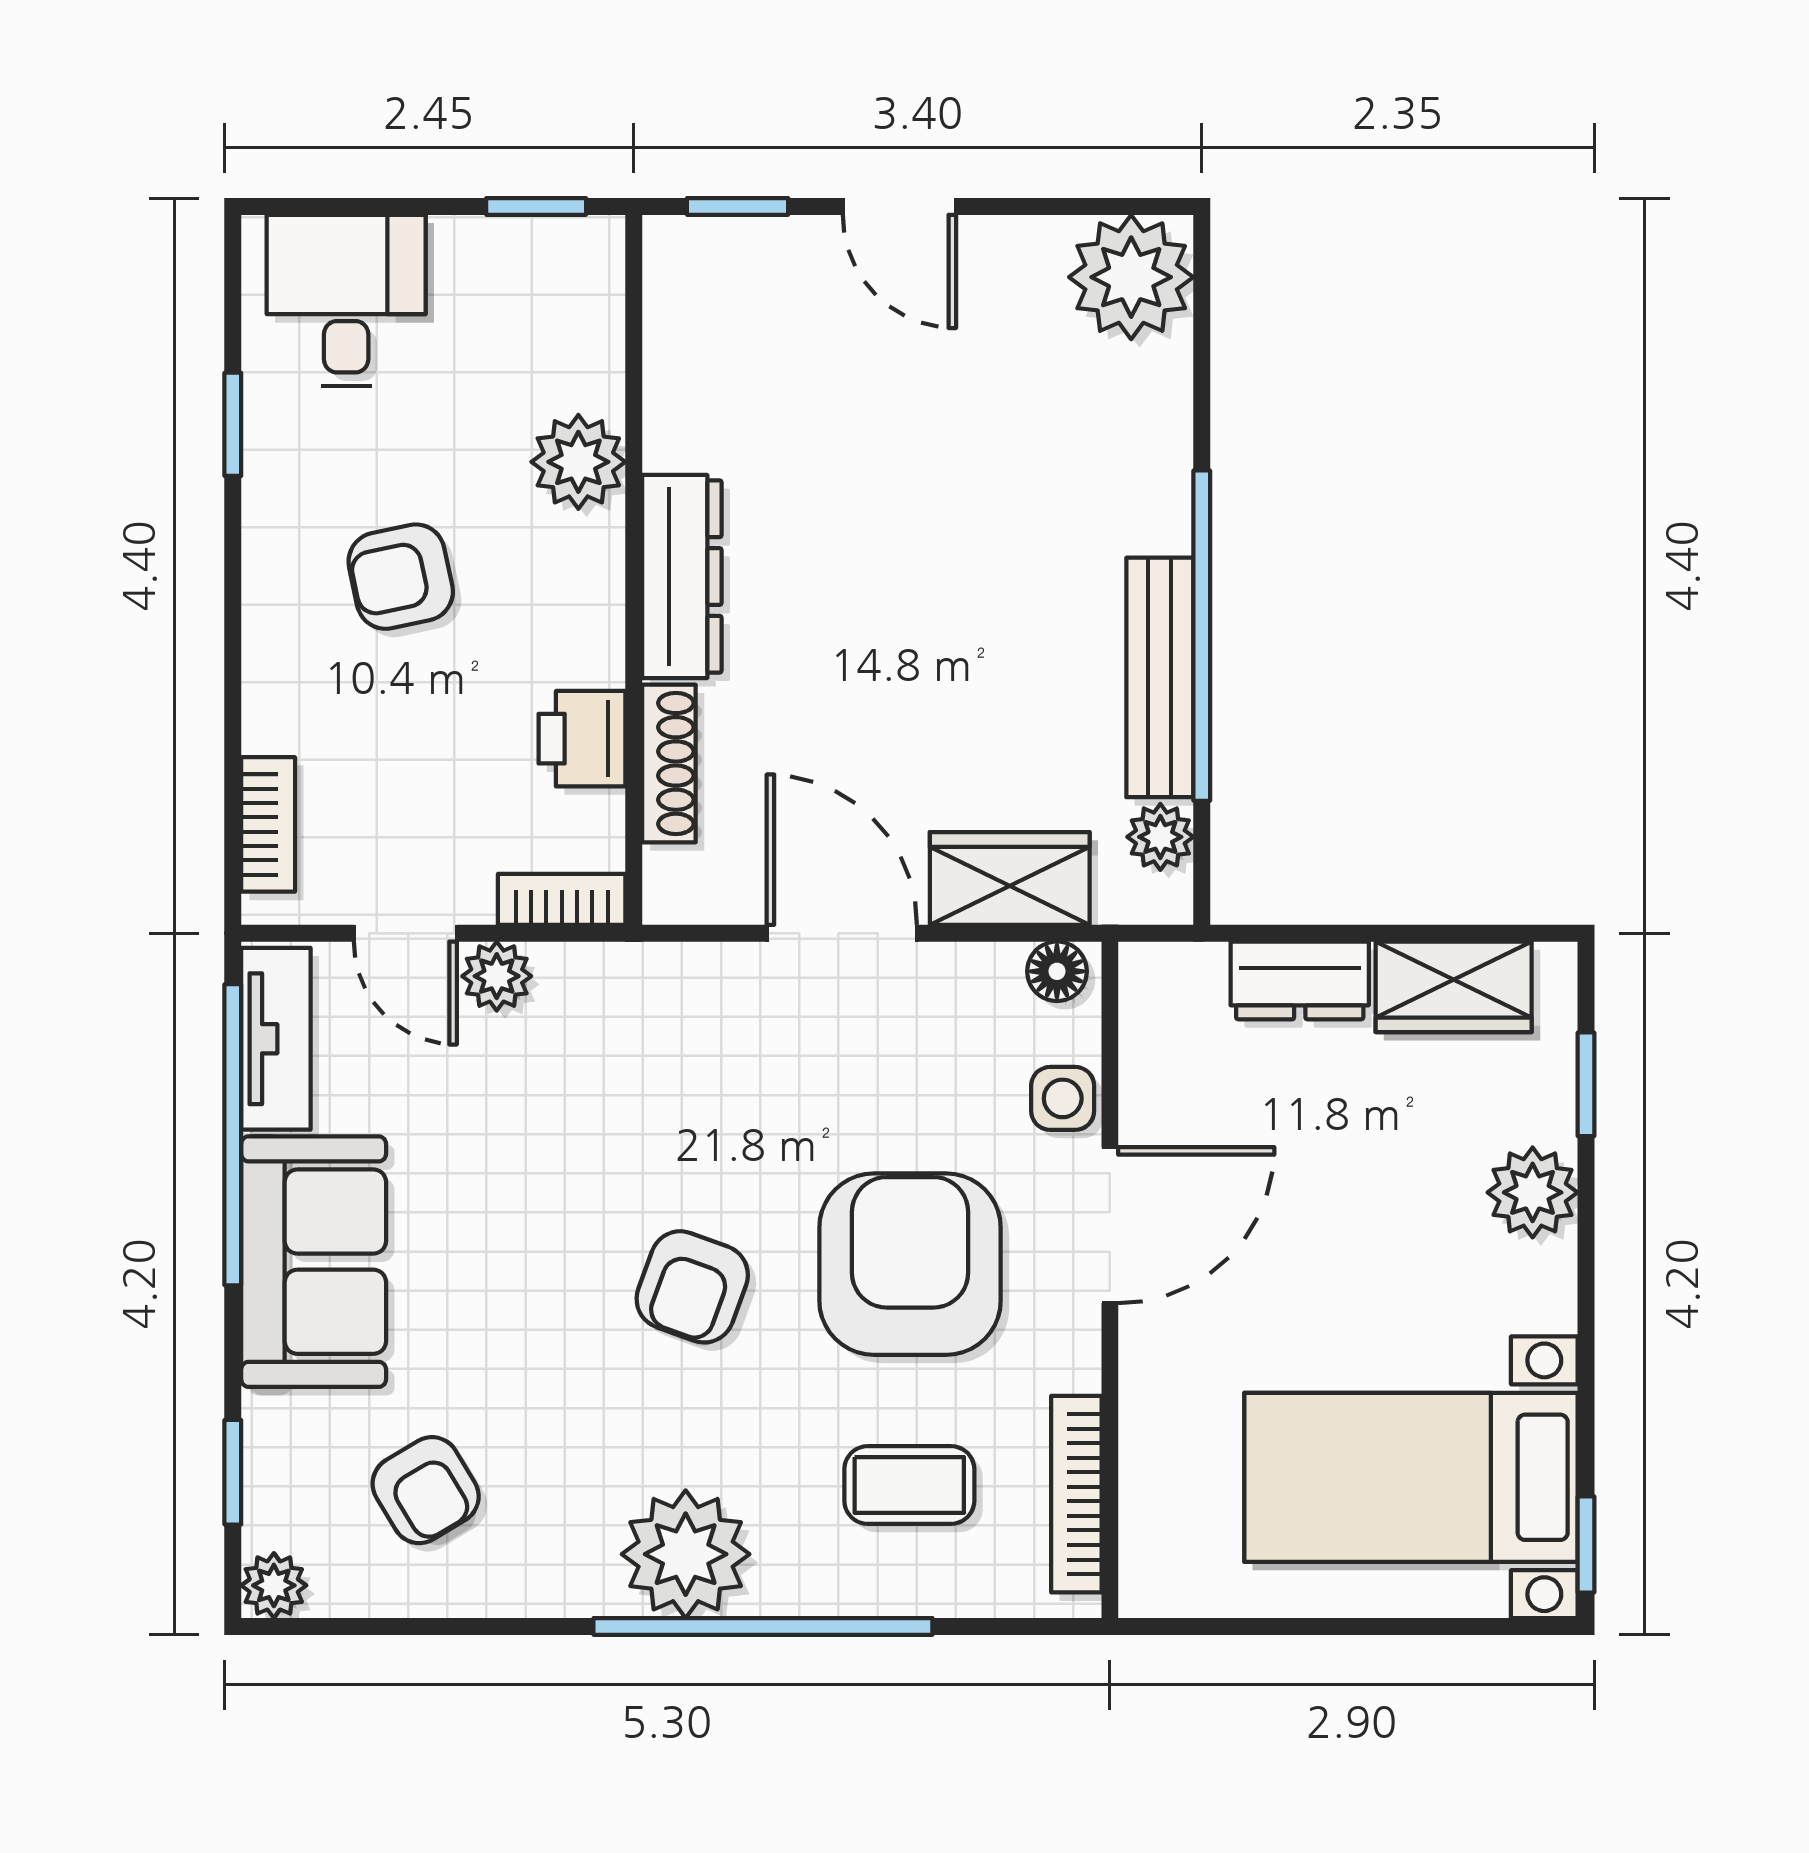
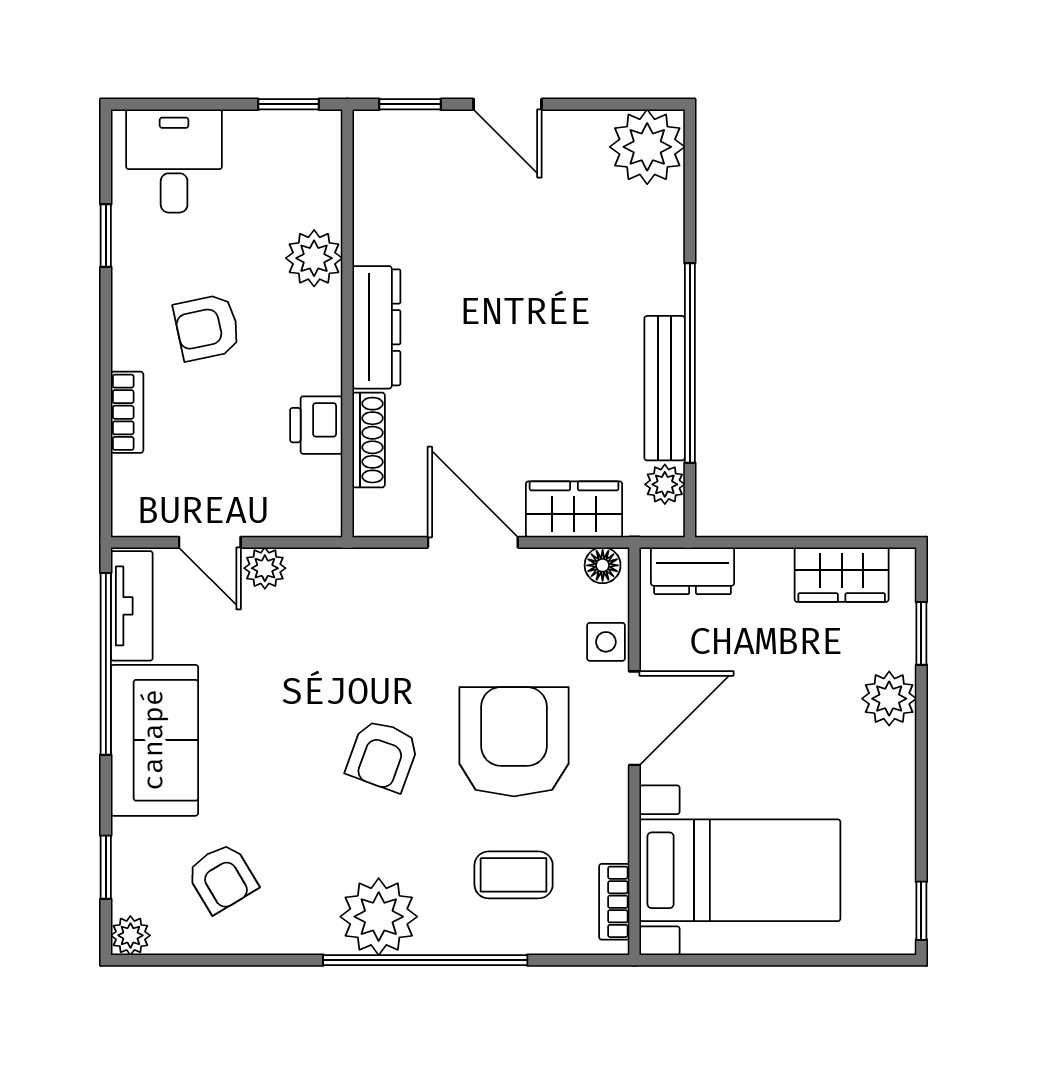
bookcase: (268, 824) -> (127, 412), moved
bookcase: (562, 899) -> (304, 522), removed
dresser: (1300, 980) -> (693, 571), moved
bed with nightstands: (1411, 1477) -> (740, 870), moved, turned 180
bookcase: (1076, 1494) -> (614, 902), width x0.64

